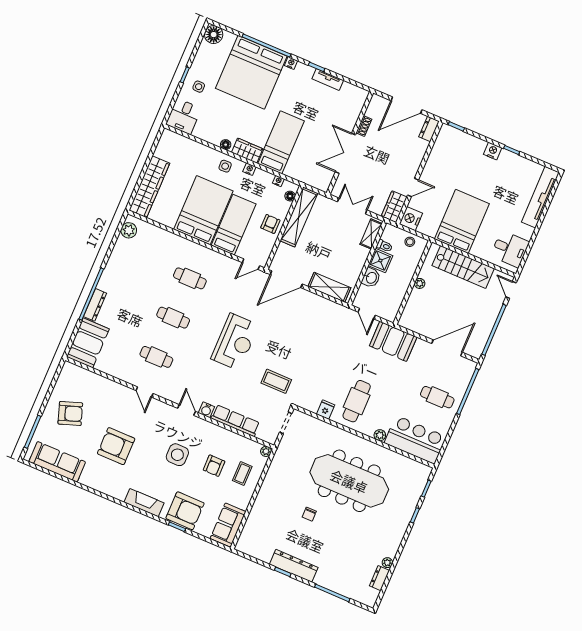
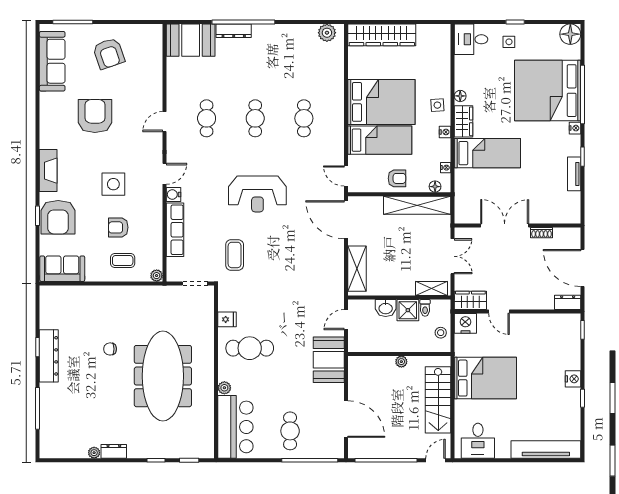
dresser: (380, 578) -> (114, 451), moved

